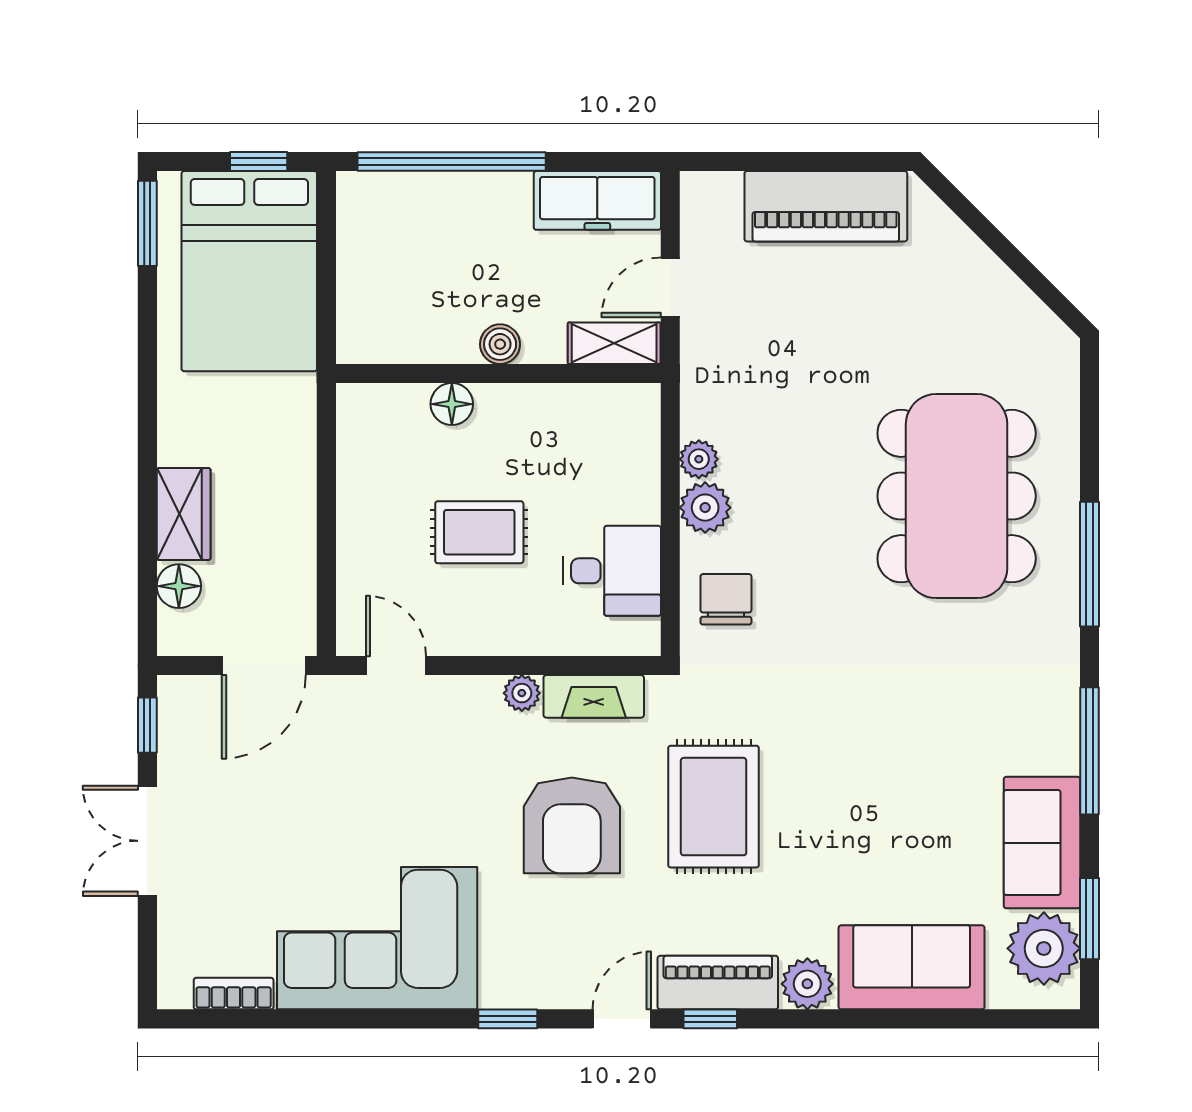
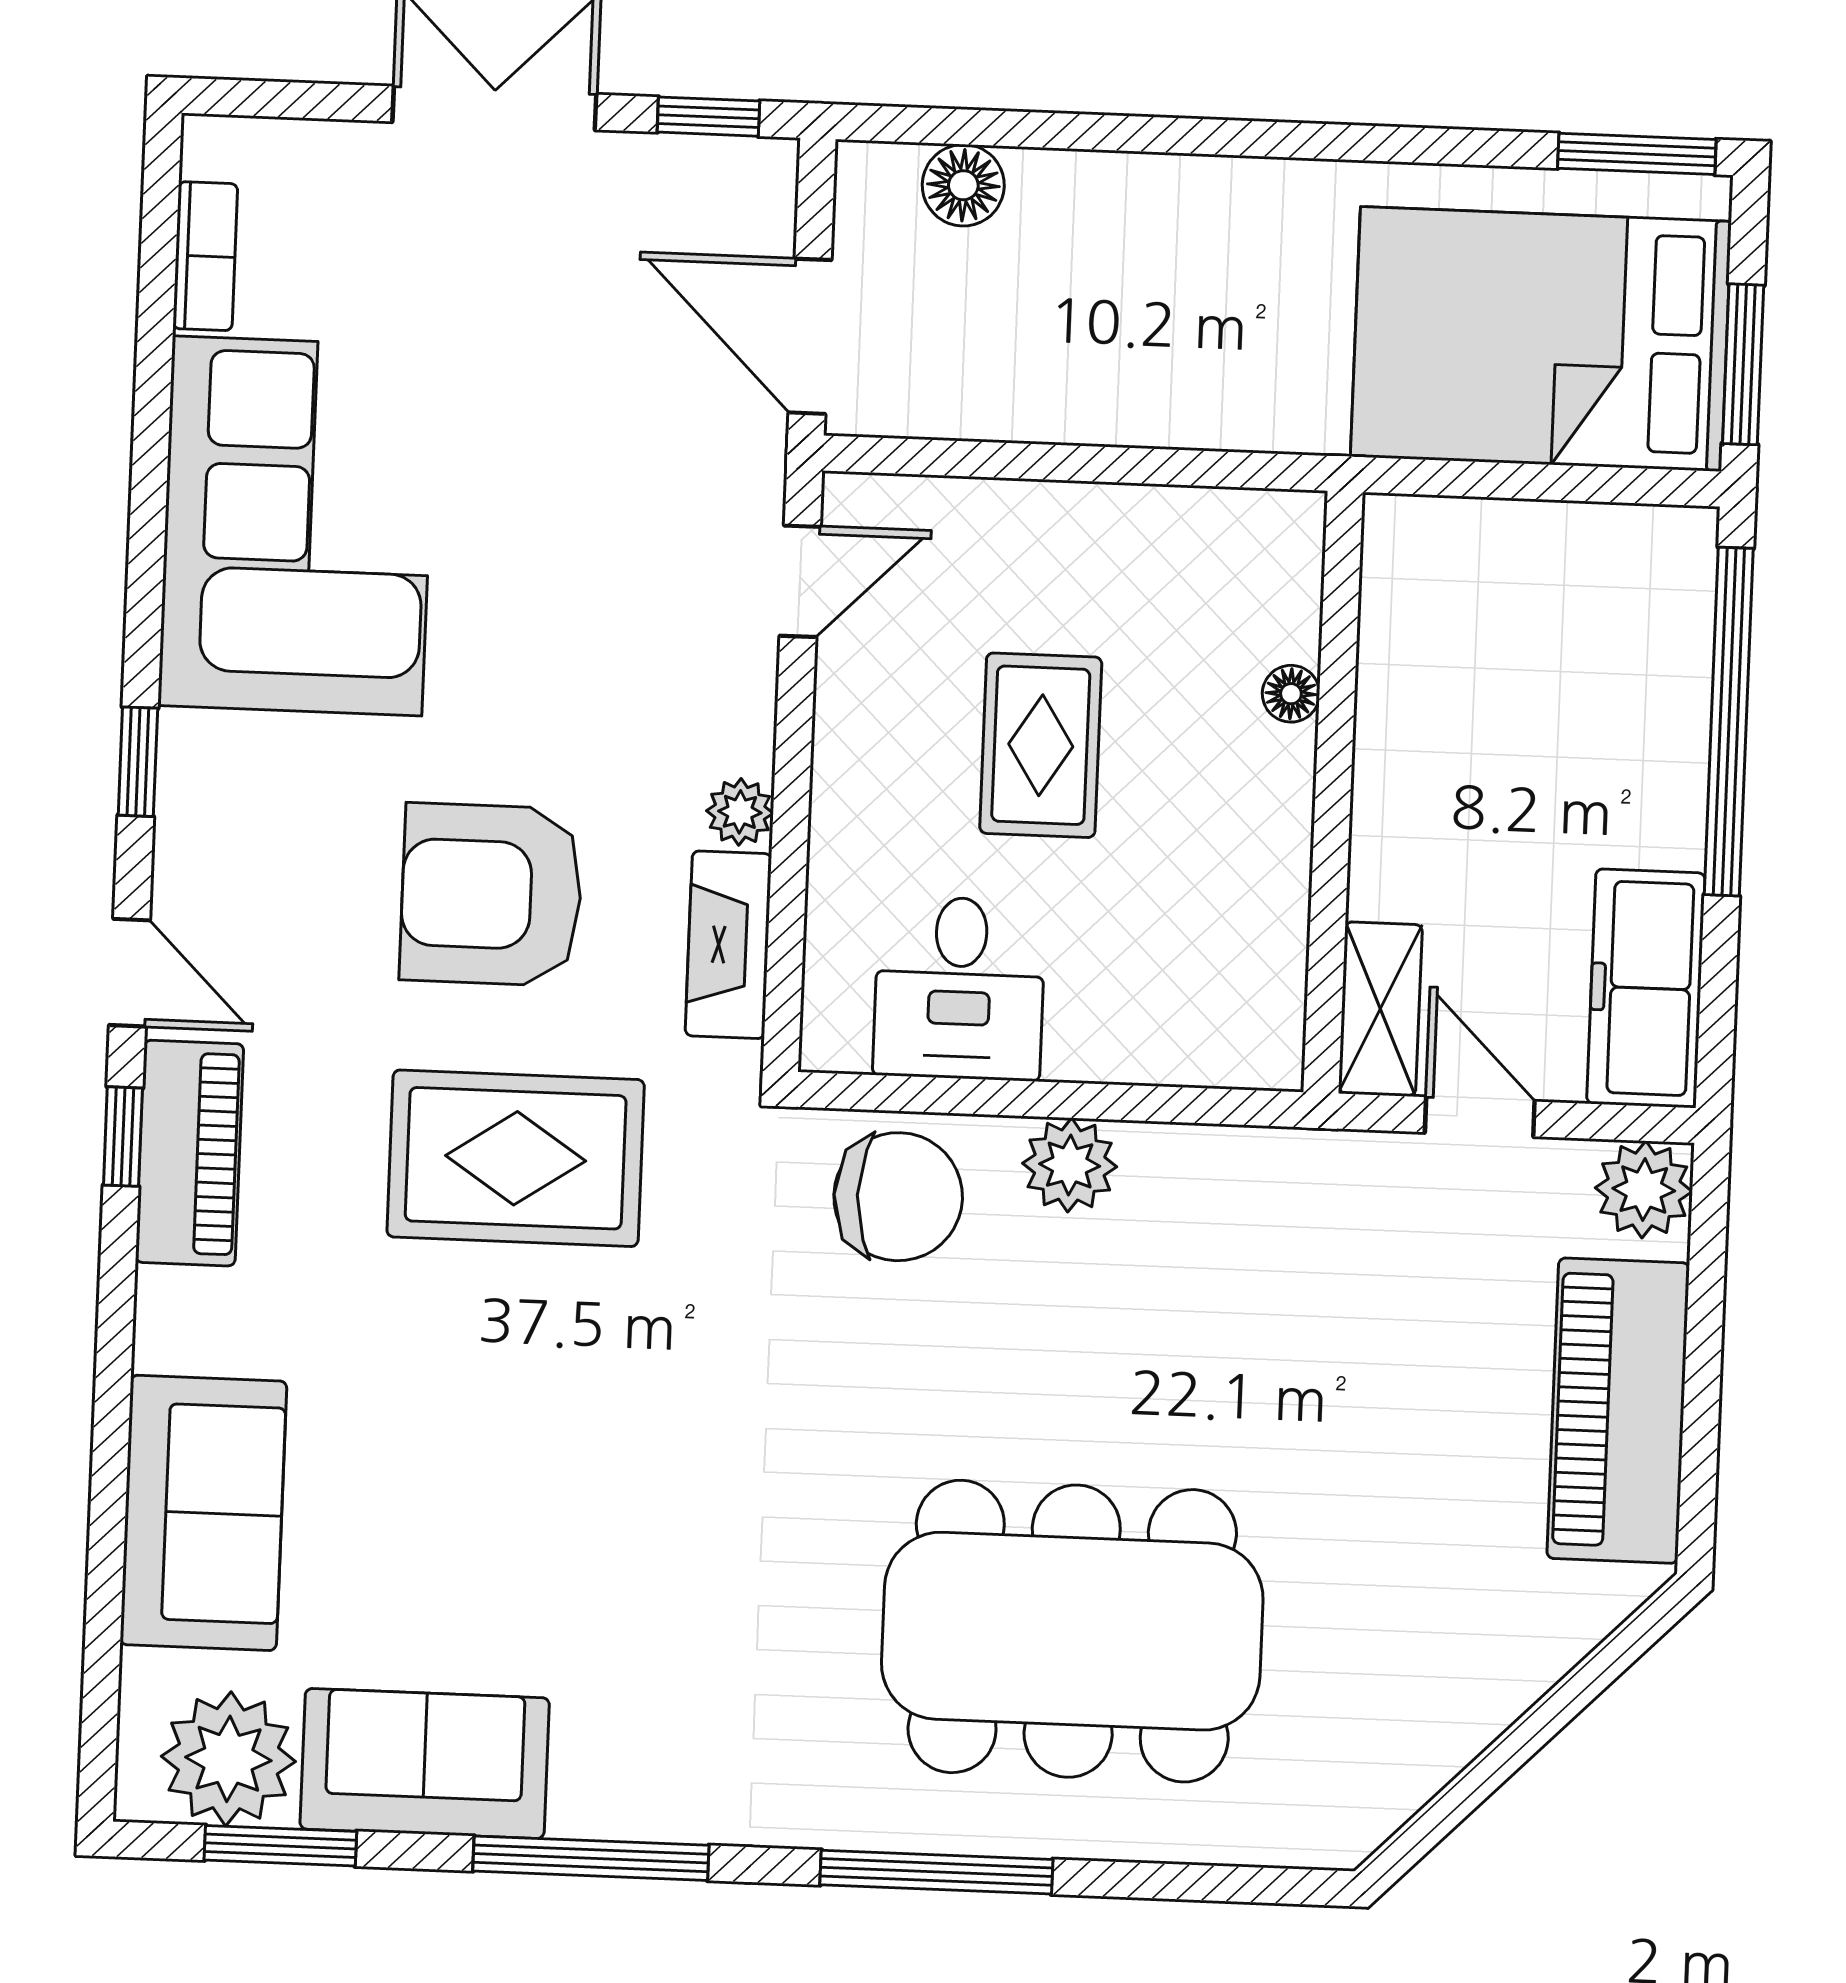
window: (259, 162) -> (1743, 364), width x1.50
boiler: (500, 344) -> (1387, 798), removed
floor lamp: (452, 404) -> (1291, 694), width x0.73, depth x0.73
plant: (699, 459) -> (1644, 1190), moved, width x1.38, depth x1.38
wardrobe: (184, 514) -> (1096, 199), removed
chair: (726, 599) -> (898, 1197), width x1.37, depth x1.37
plant: (807, 984) -> (181, 1319), removed

